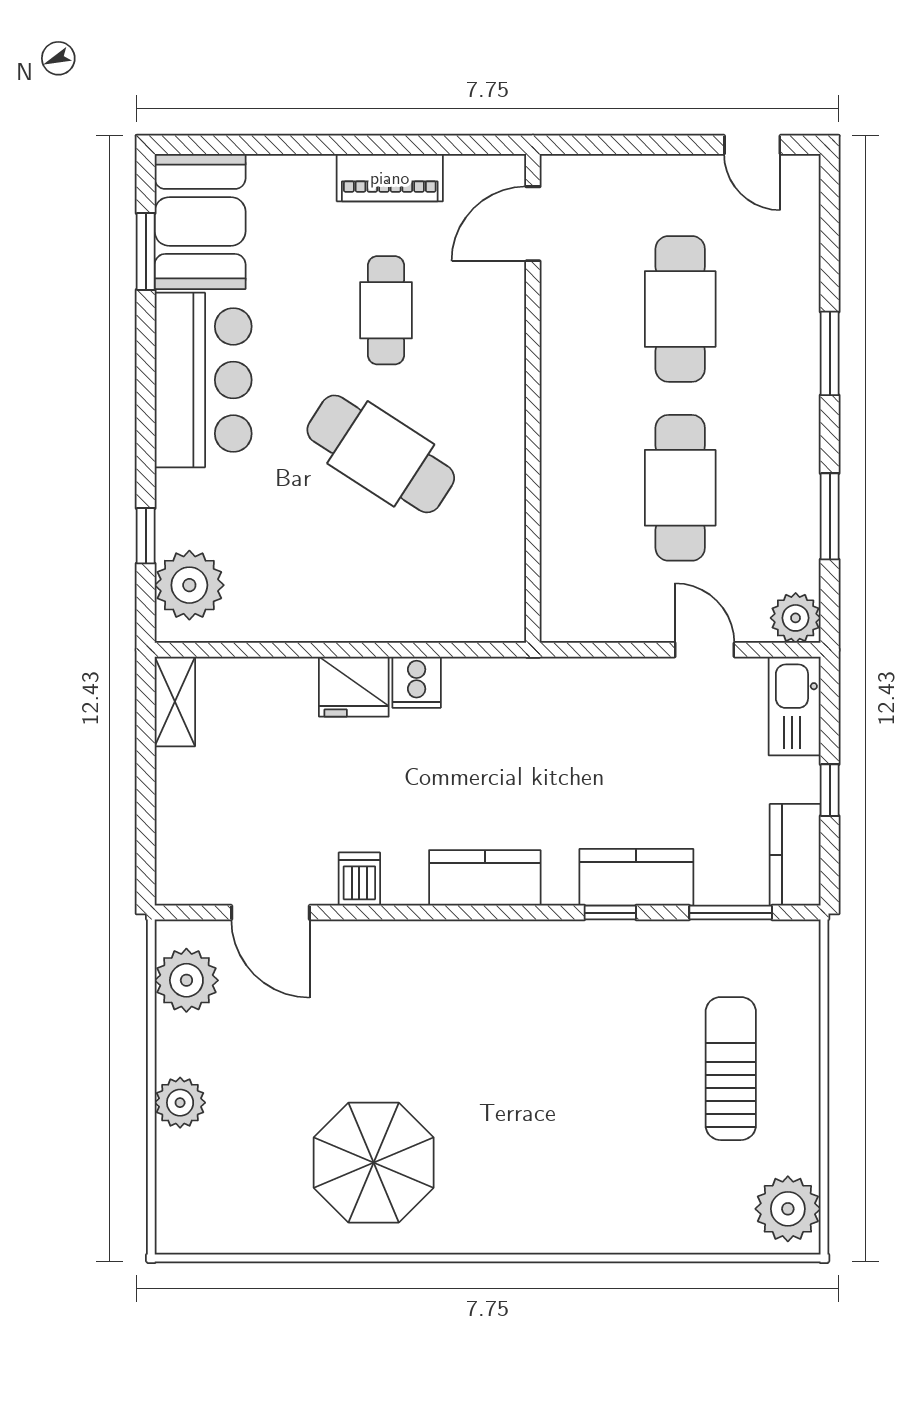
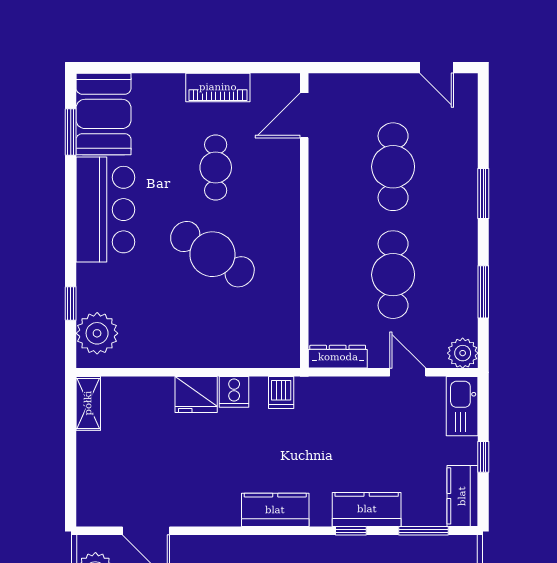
dresser: (588, 624) -> (338, 357), added
dishwasher: (359, 879) -> (281, 392), moved, turned 180

